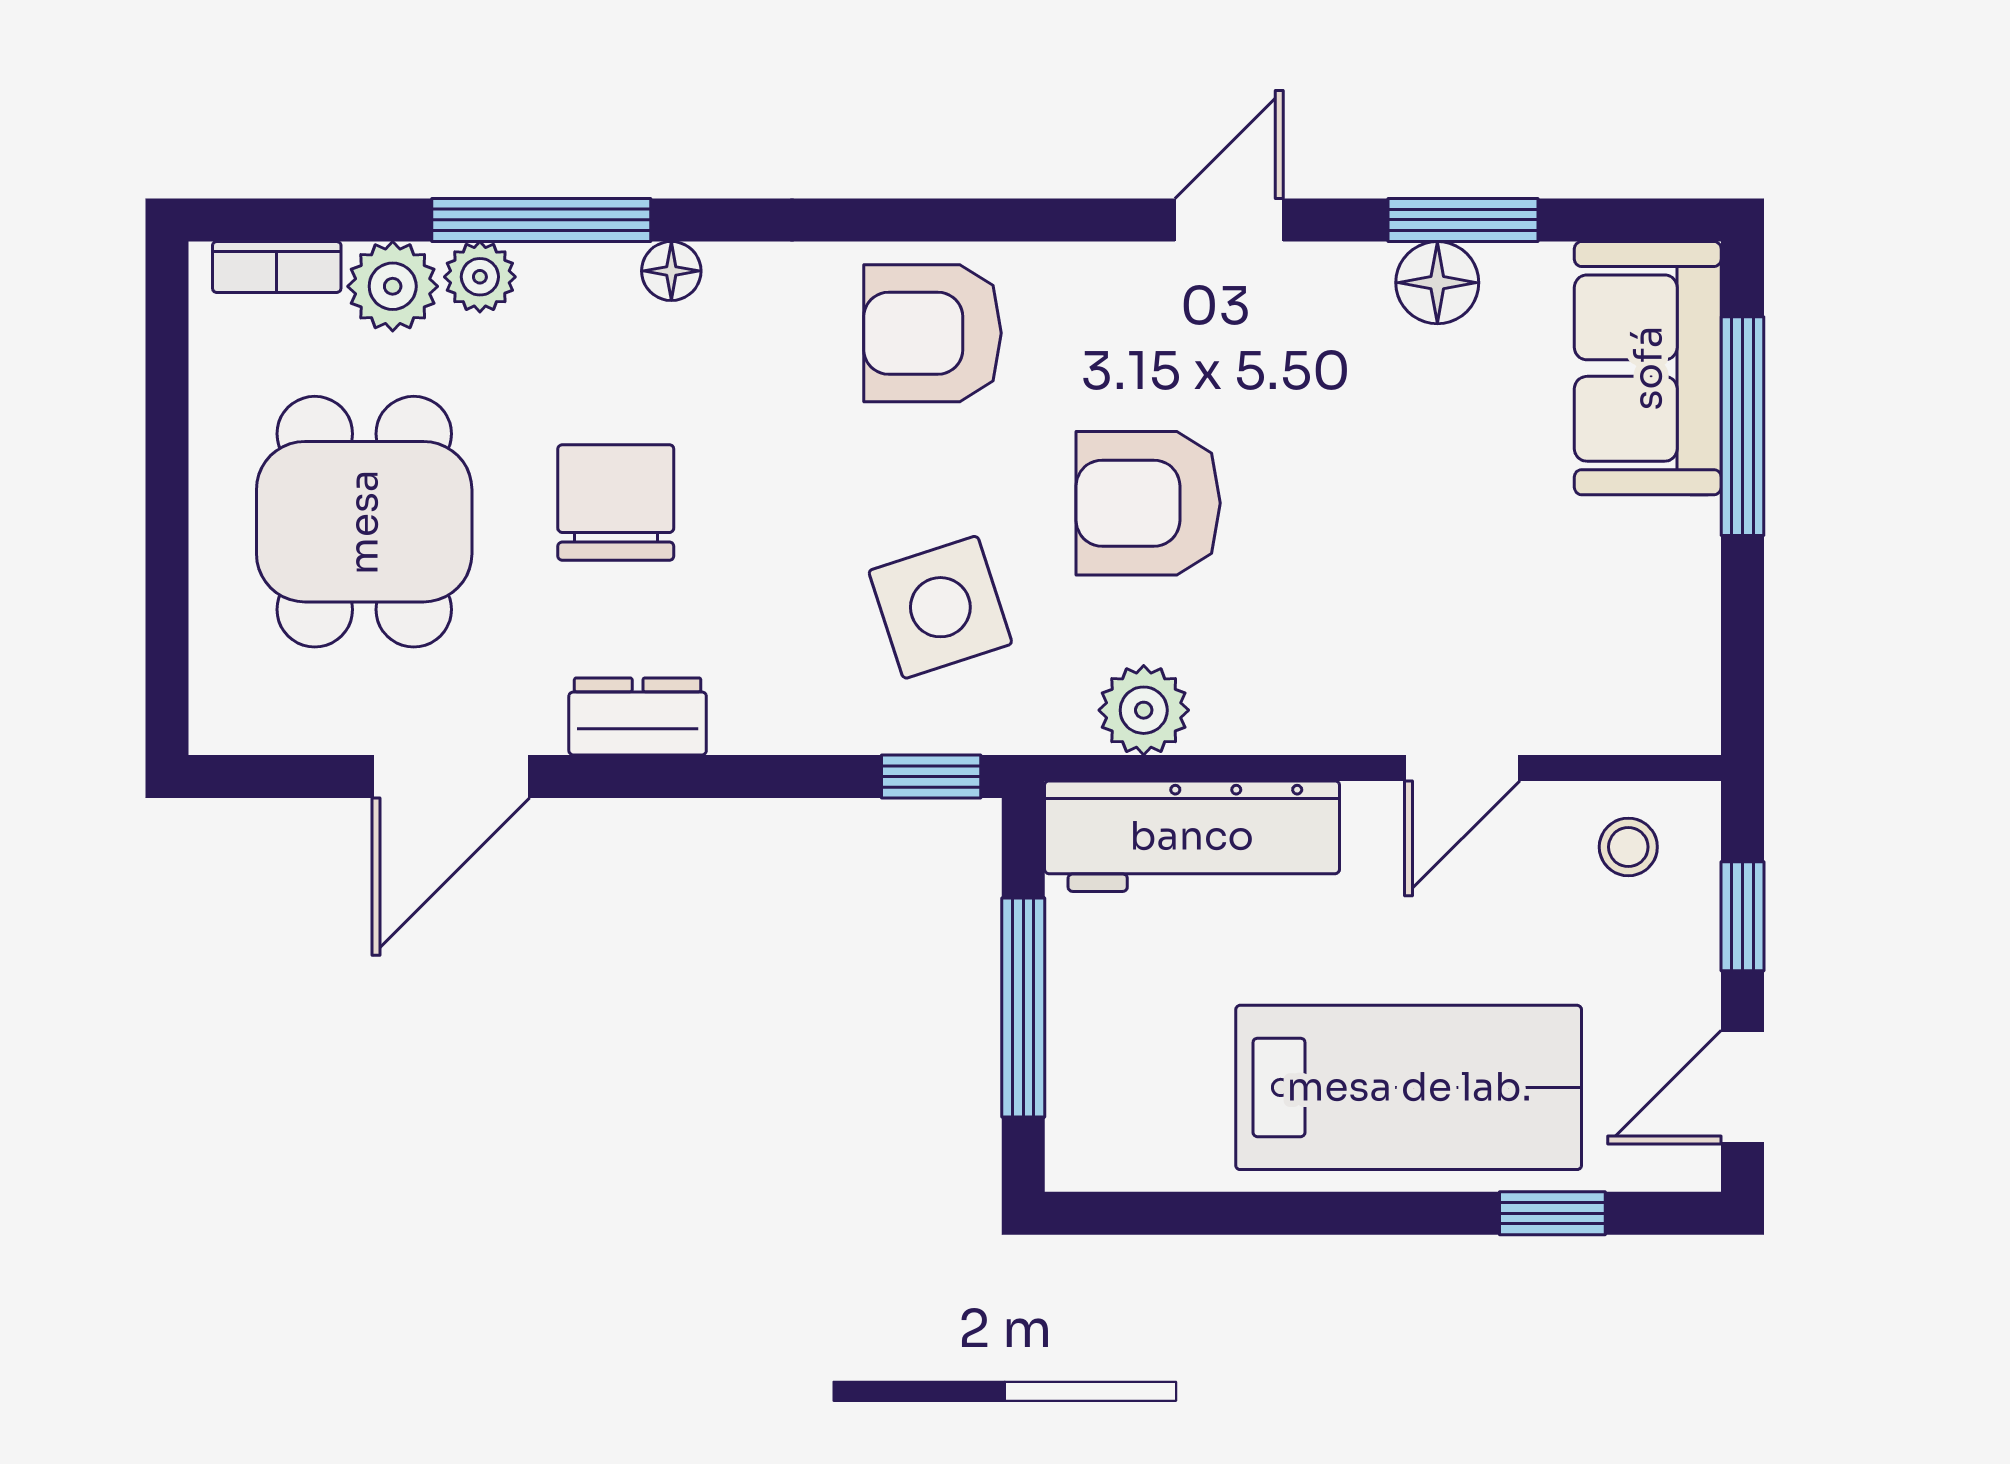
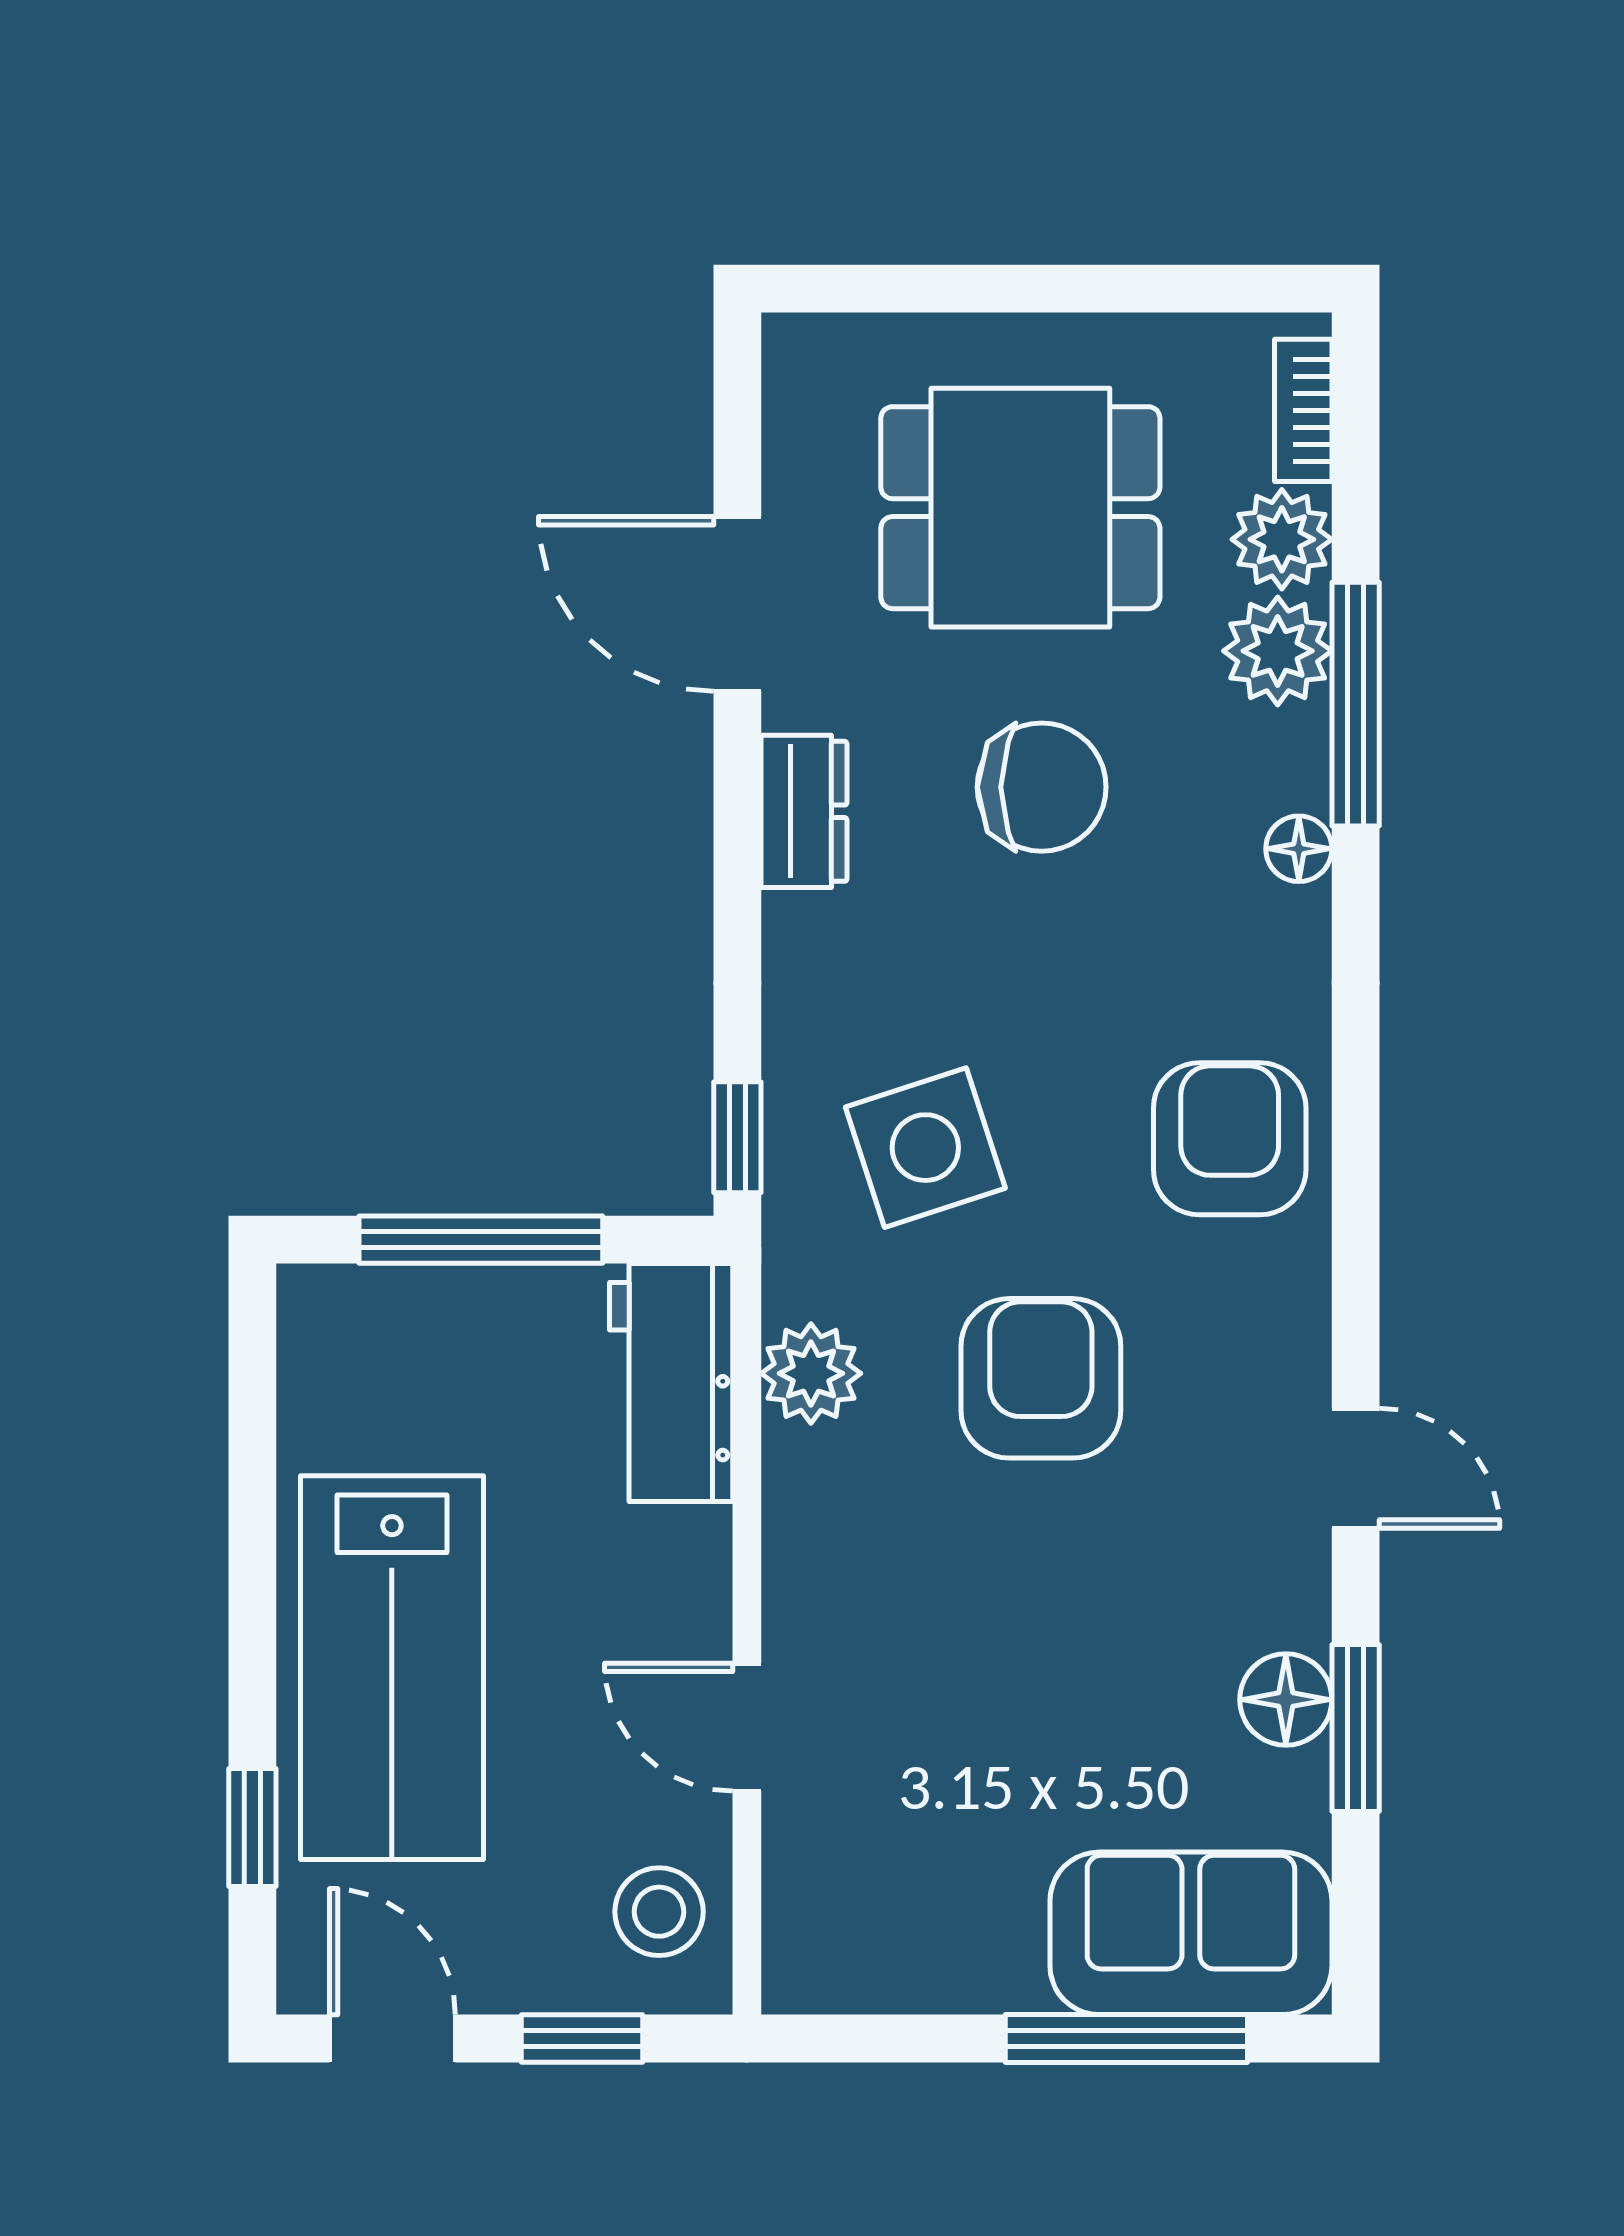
plant: (480, 277) -> (1278, 651), width x1.38, depth x1.38
workbench: (1192, 836) -> (671, 1382), width x0.73
stool: (1628, 847) -> (659, 1912), width x1.37, depth x1.37

